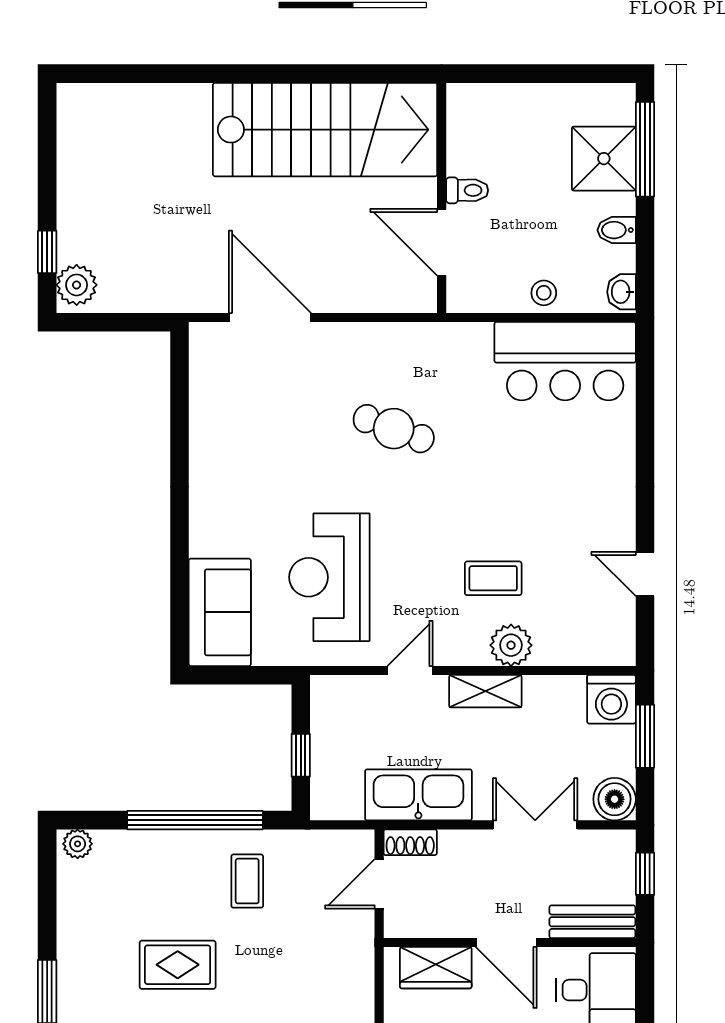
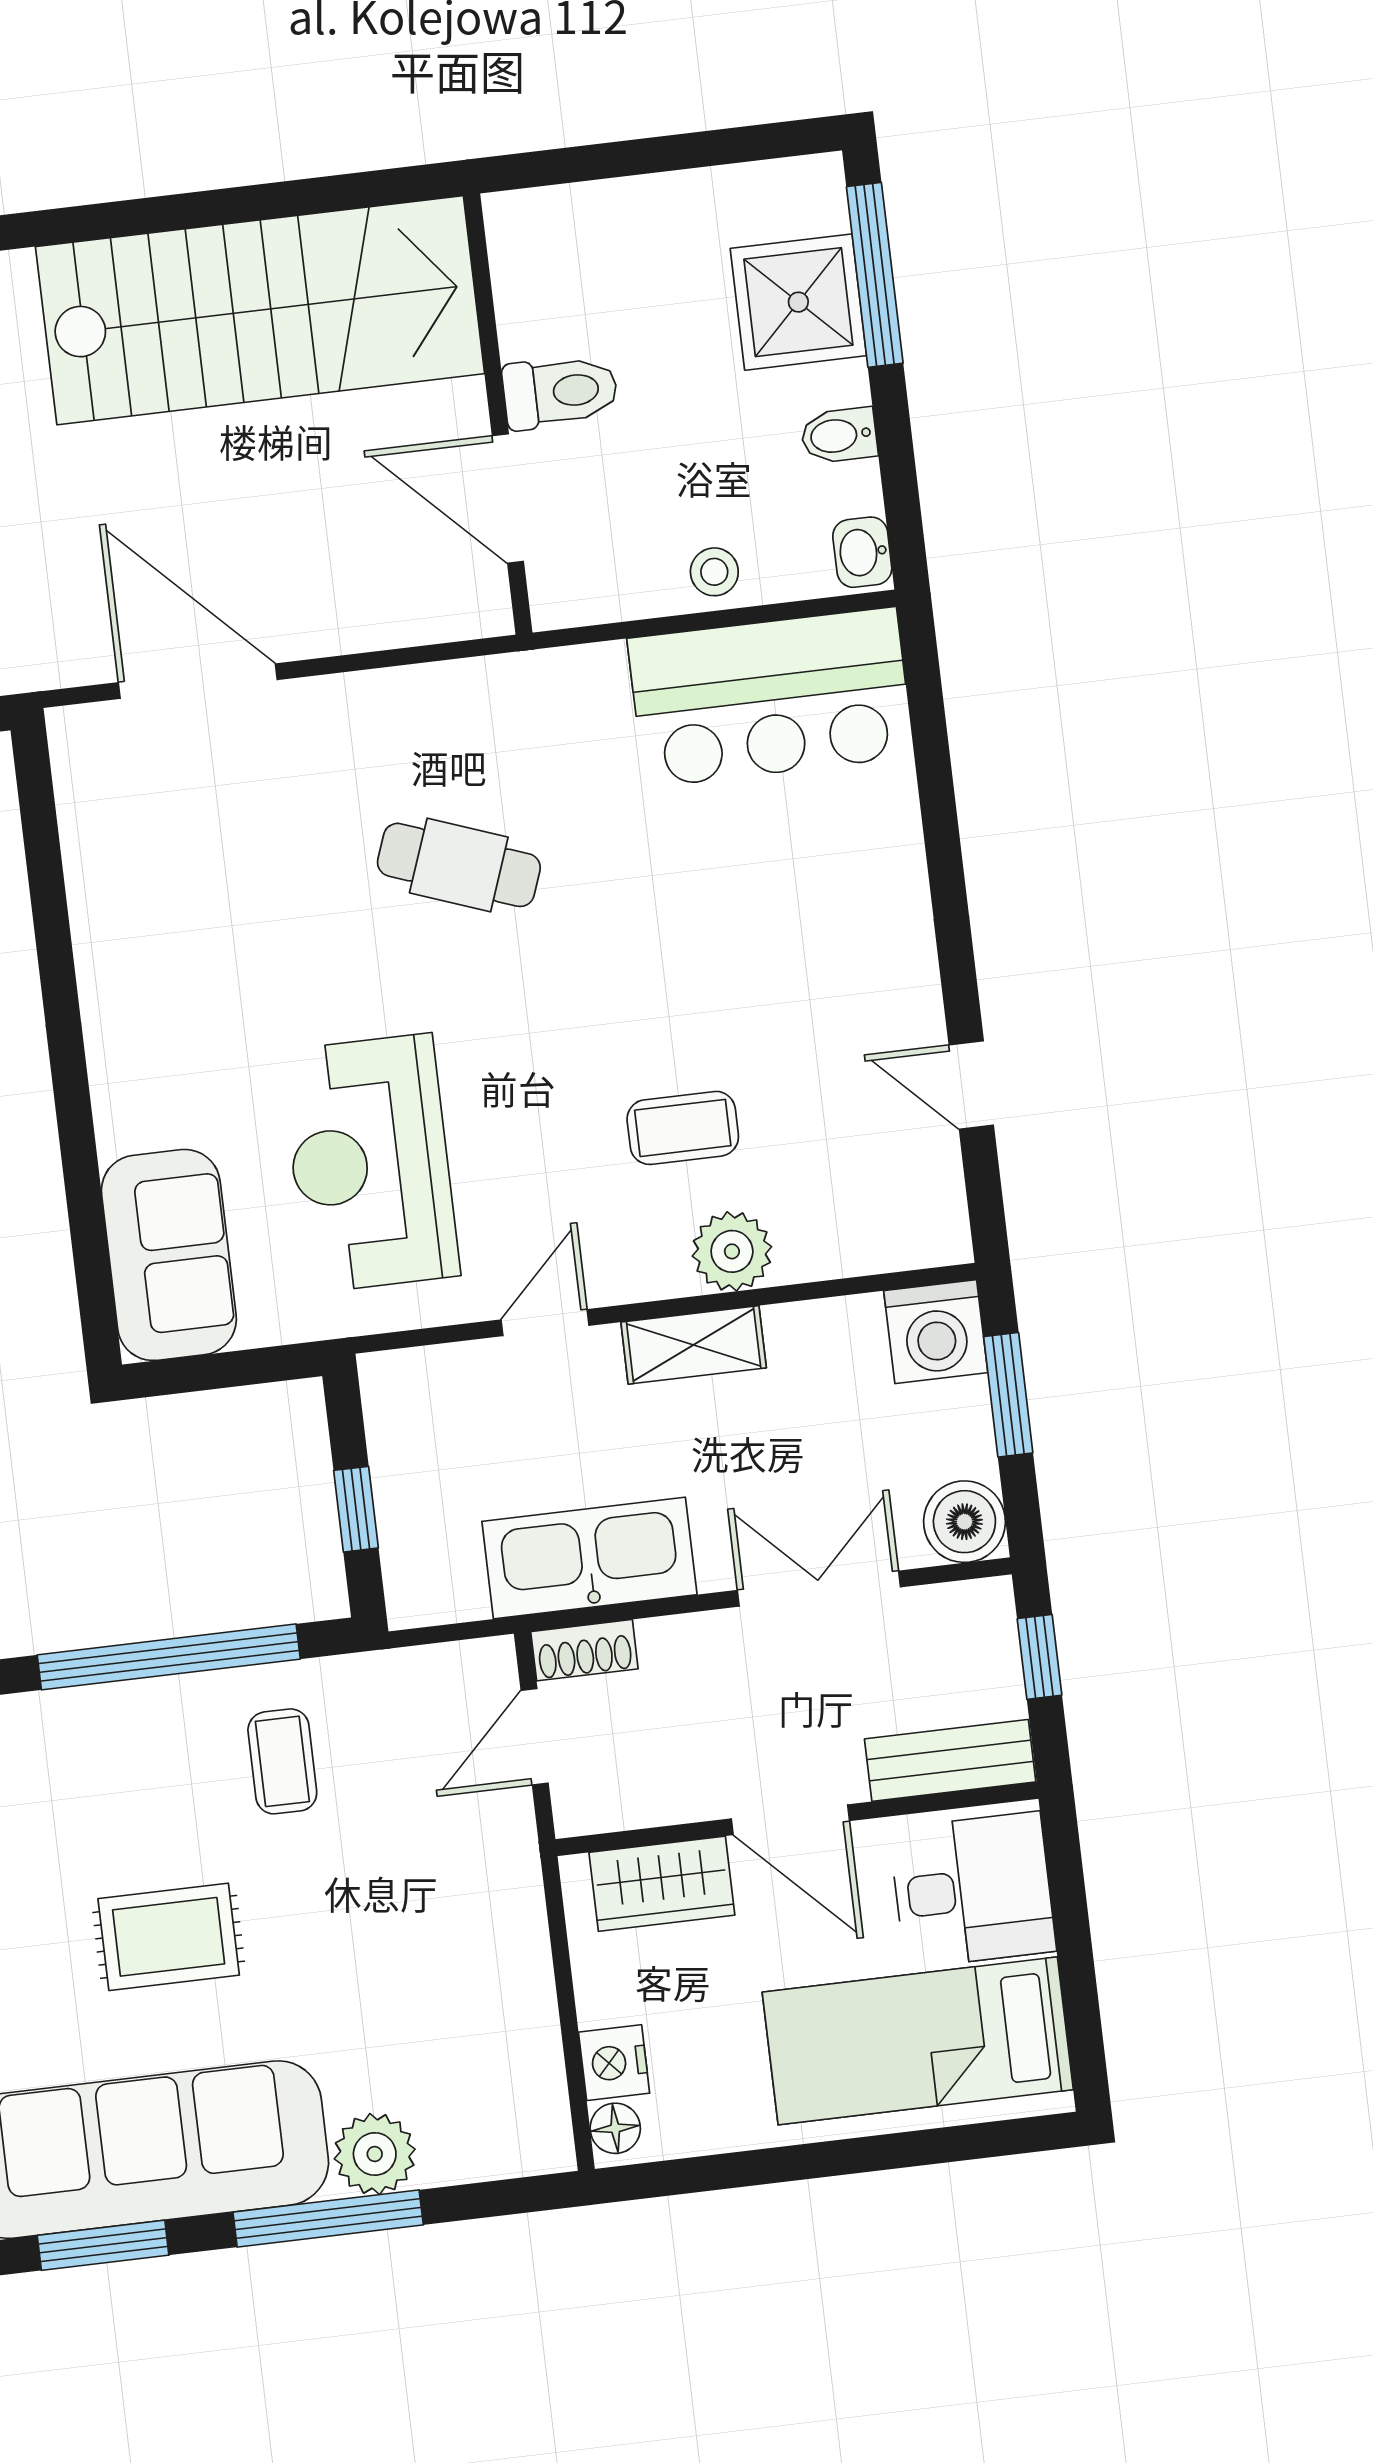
toilet: (467, 190) -> (560, 392), width x1.37, depth x1.39

